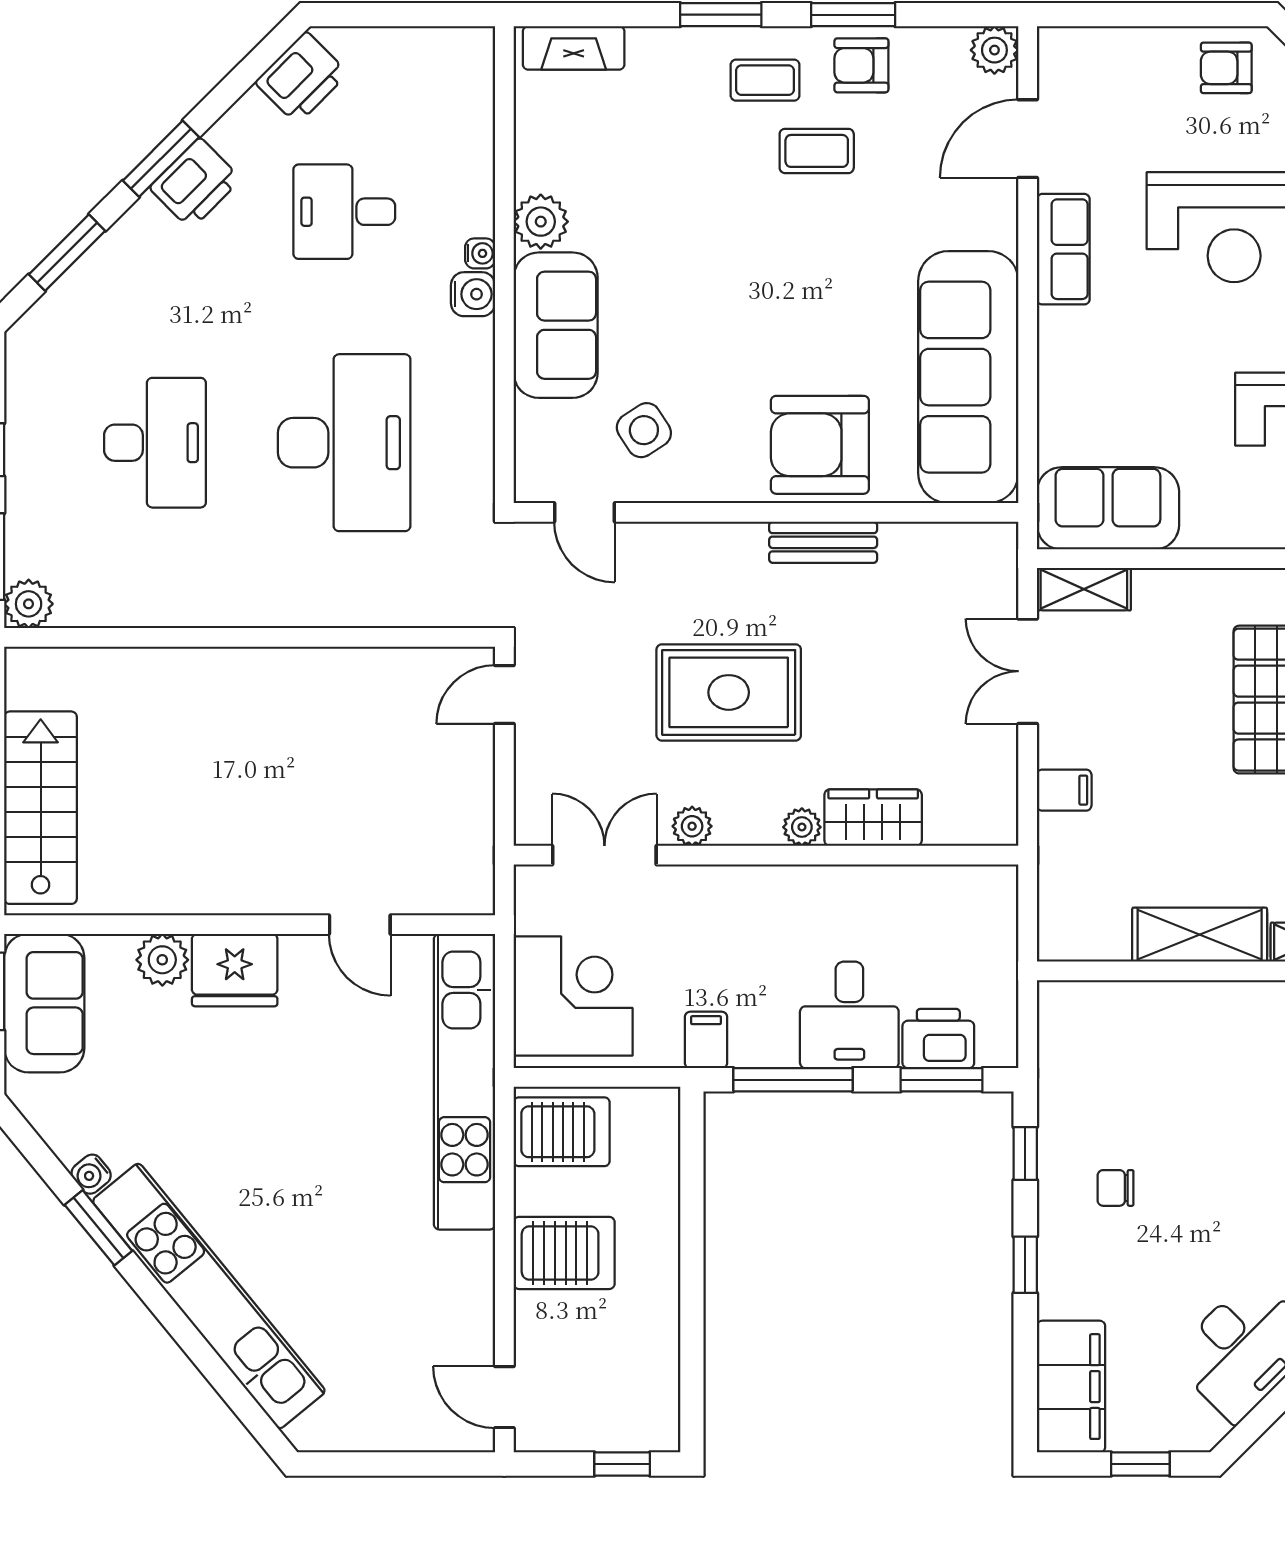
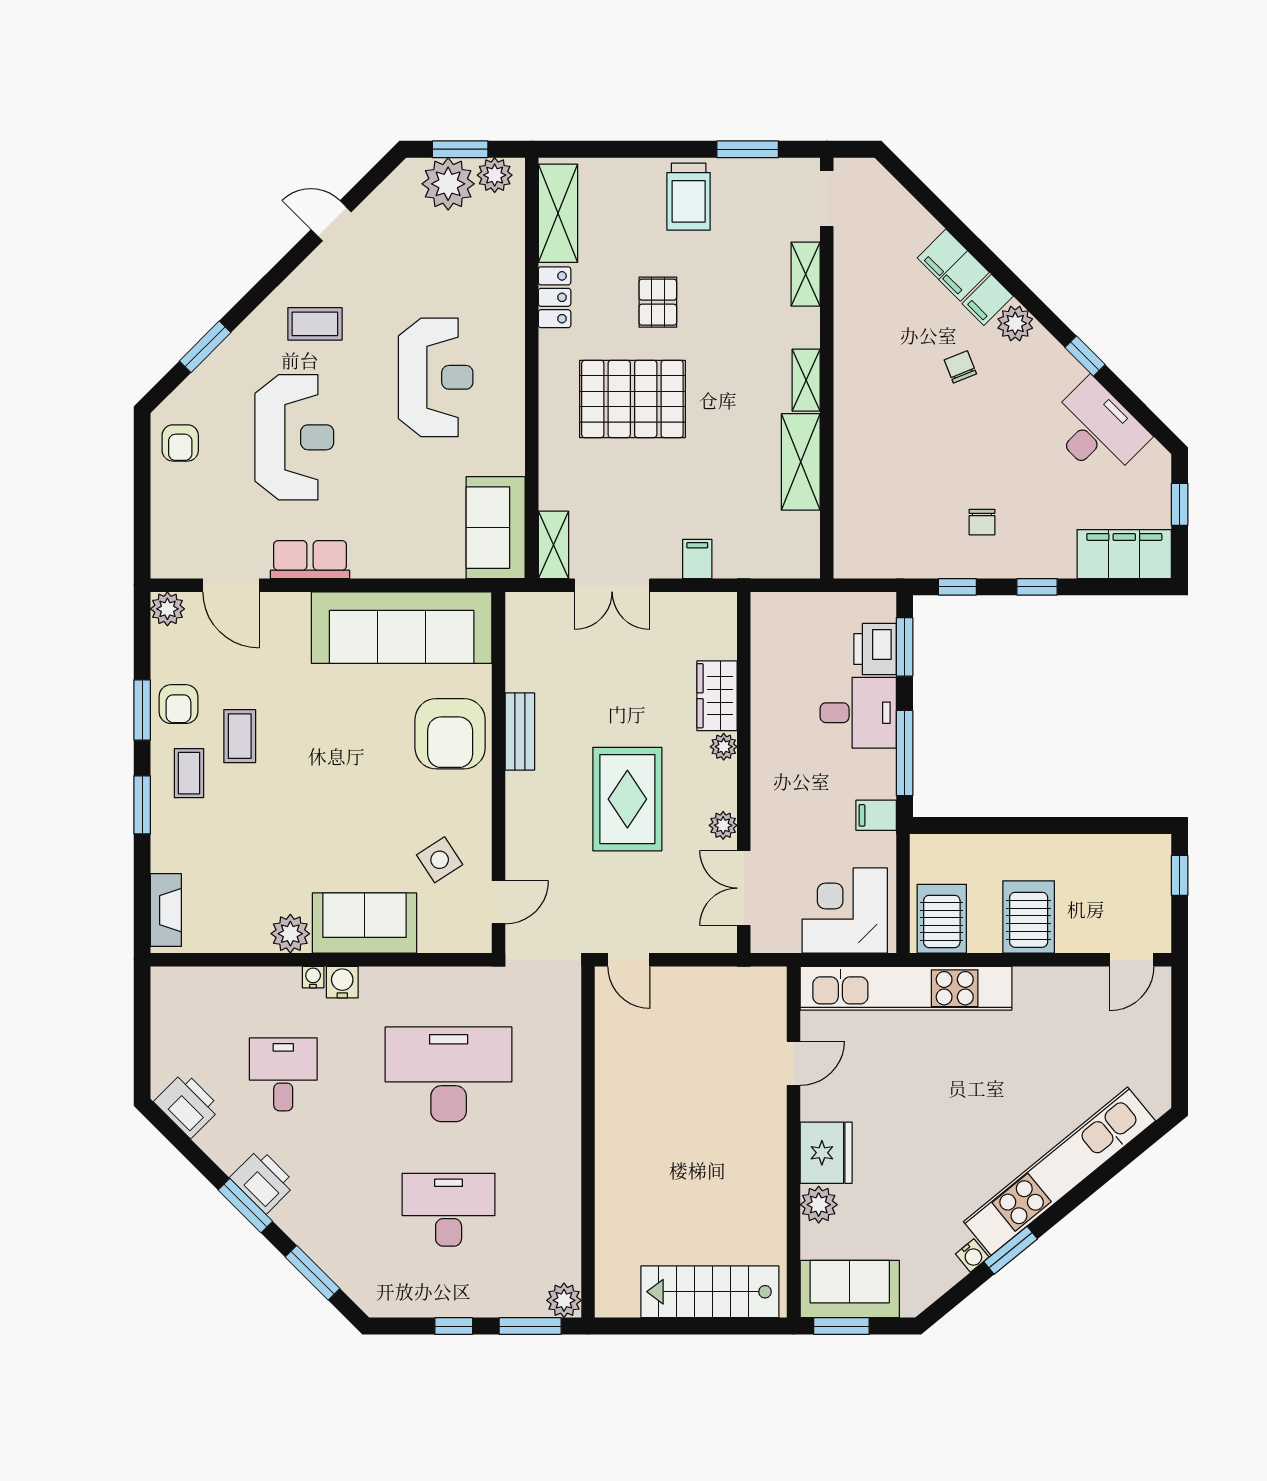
desk: (344, 212) -> (283, 1074), turned 180

